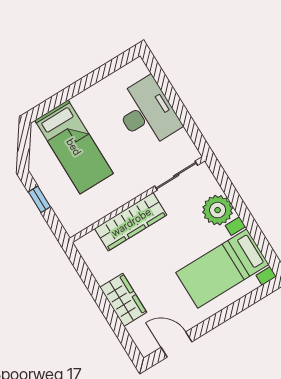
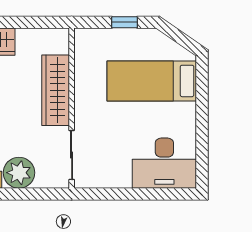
desk: (147, 113) -> (164, 163), moved

